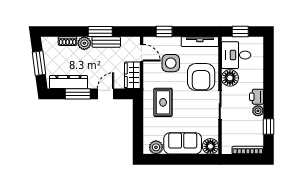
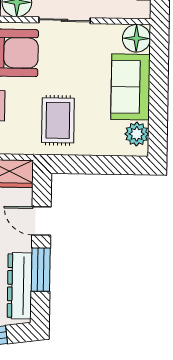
rug: (163, 102) -> (58, 120), turned 90

